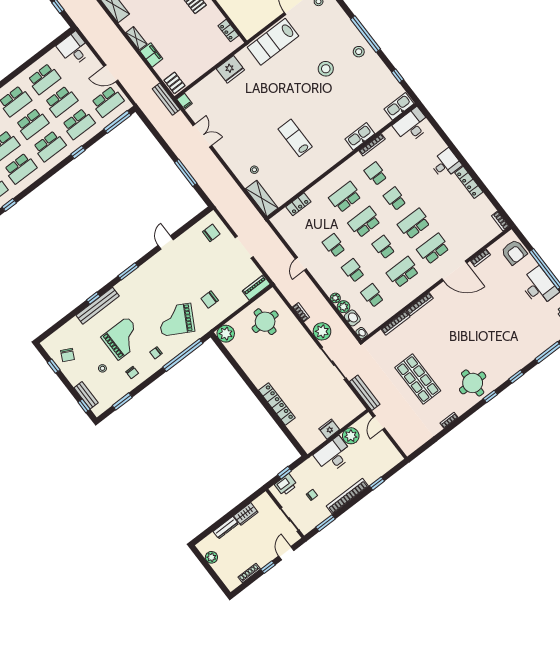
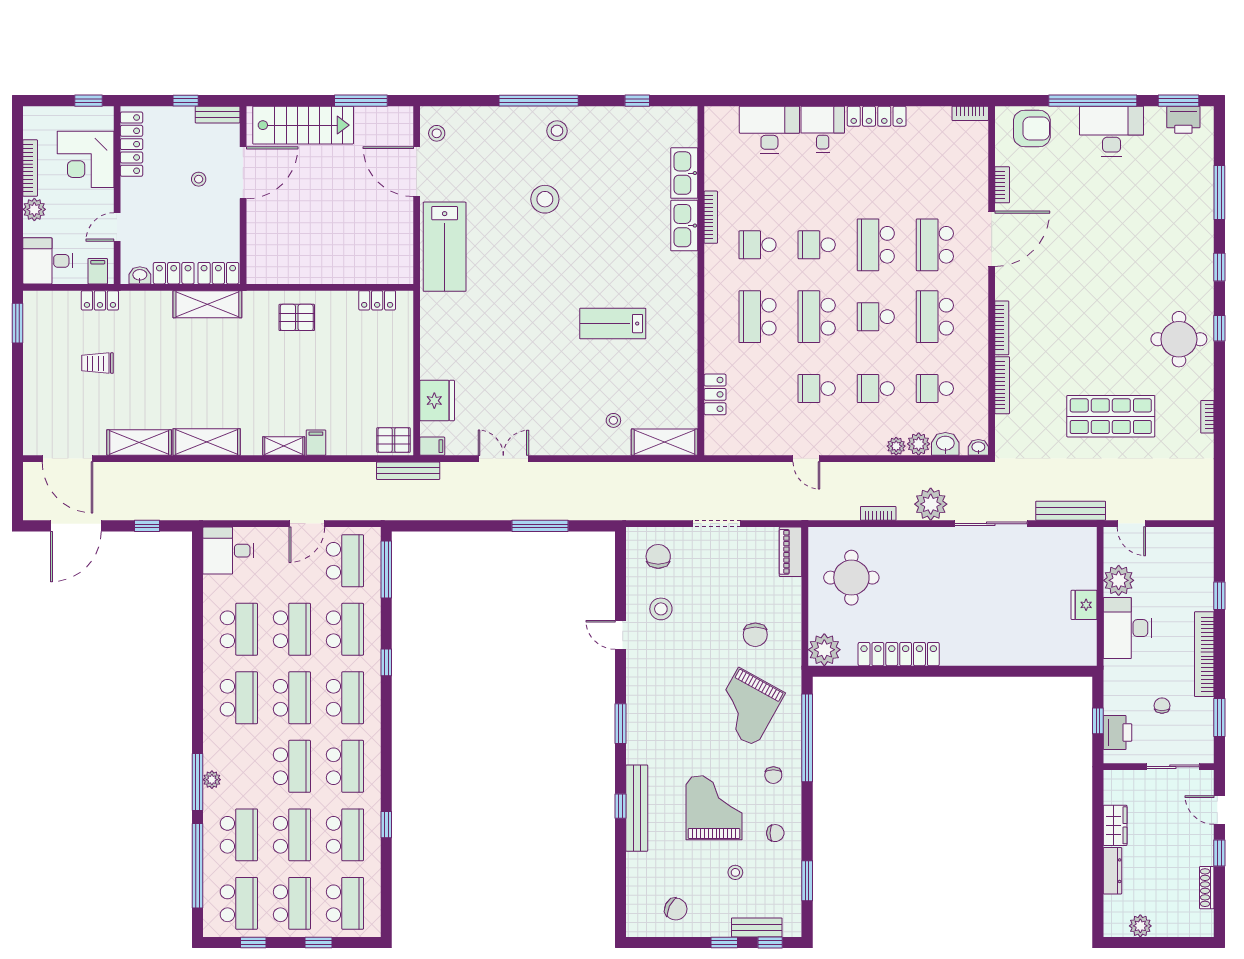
filing cabinet: (151, 55) -> (316, 443), width x0.50
fridge: (230, 69) -> (437, 401), moved
kitchen sink: (399, 106) -> (684, 173), moved
desk: (412, 126) -> (769, 130), moved, turned 90
stool: (190, 251) -> (661, 609), added
window: (54, 366) -> (724, 942), moved
locker: (277, 404) -> (899, 654), moved

